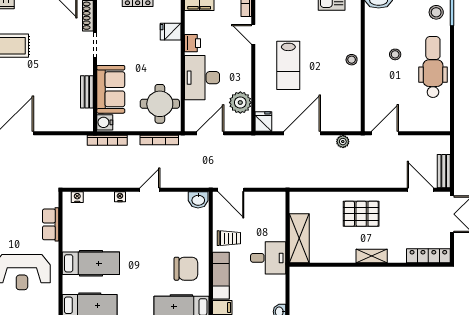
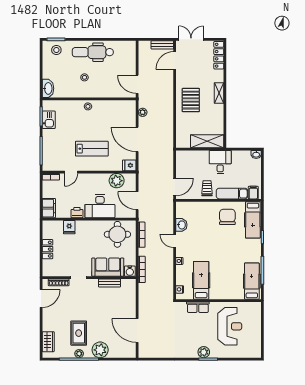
washbasin: (198, 200) -> (181, 225), moved
hospital bed: (91, 263) -> (201, 280), moved

